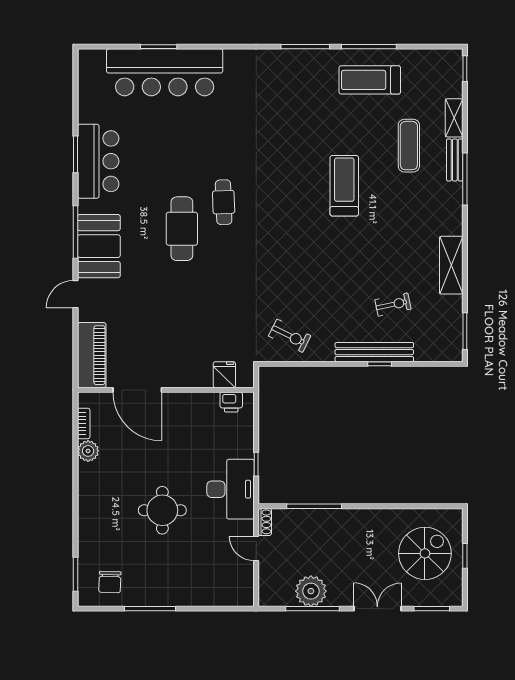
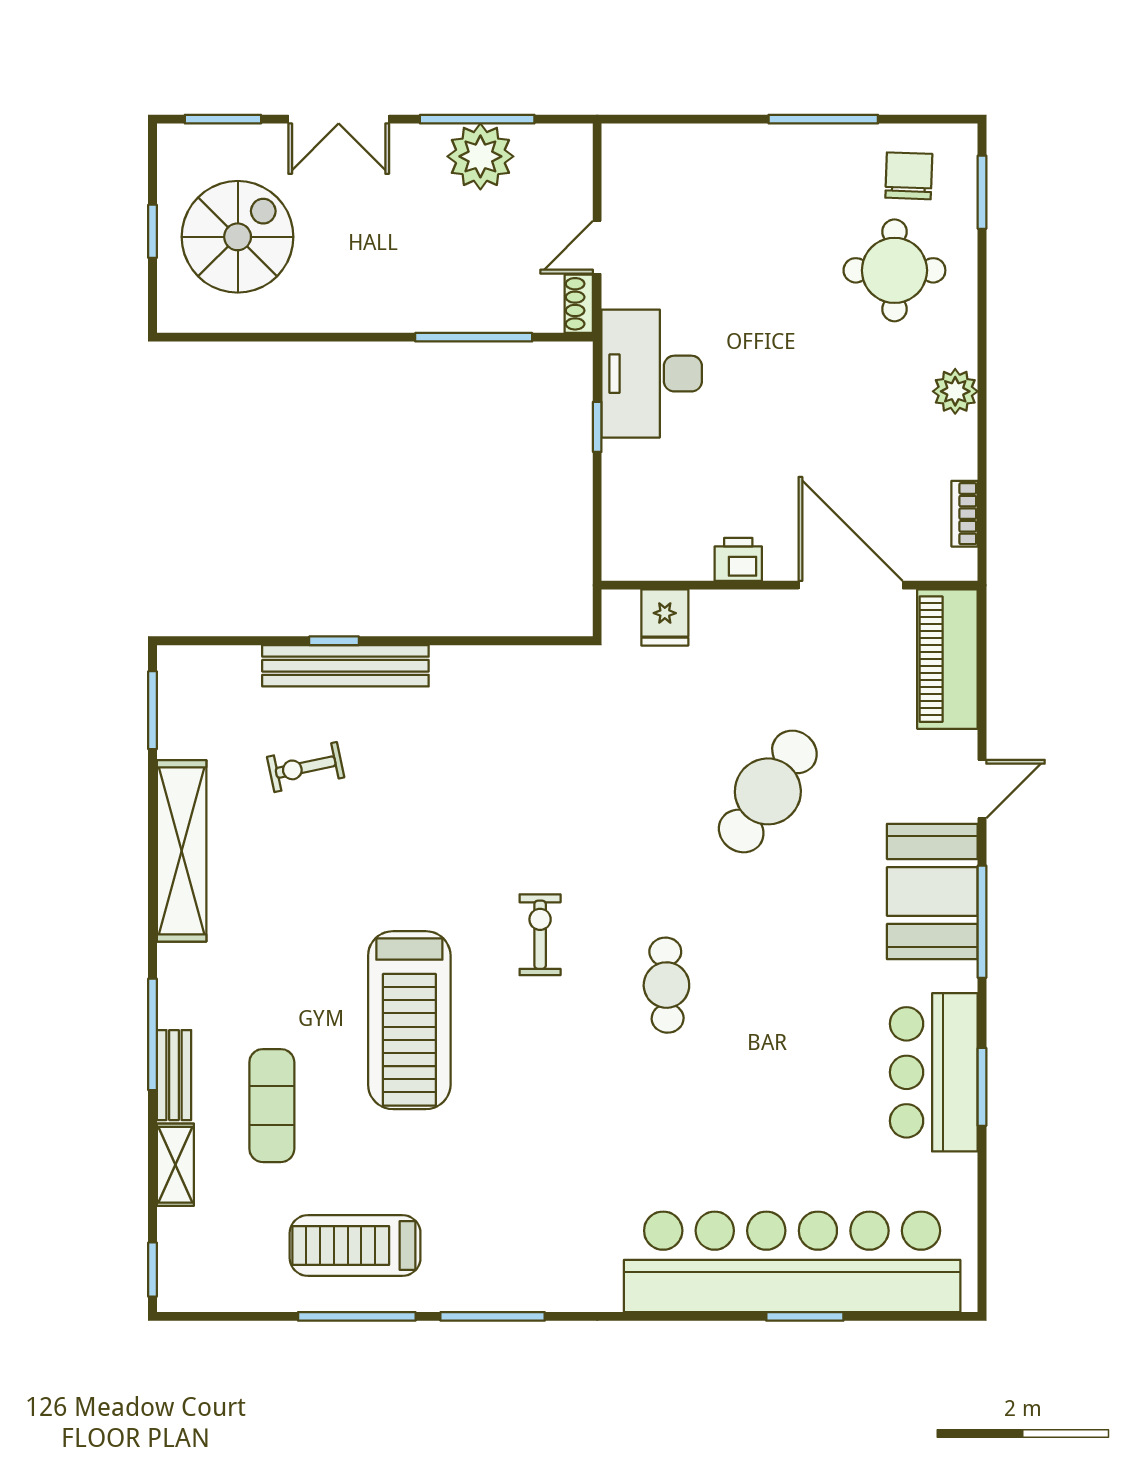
bar counter: (165, 72) -> (792, 1262), width x1.36
treadmill: (370, 80) -> (355, 1245), turned 180
treadmill: (344, 186) -> (409, 1020), width x1.37, depth x1.38
cafe table: (182, 229) -> (768, 791), moved, turned 34
shelving: (451, 265) -> (182, 851), width x1.47
exercise bike: (290, 336) -> (540, 935), moved, turned 64
printer: (231, 402) -> (738, 559), moved
plant: (88, 451) -> (955, 391), moved
round table: (162, 510) -> (894, 270), moved
door: (256, 548) -> (597, 247), swing flipped
spiral stairs: (425, 553) -> (238, 237), turned 180

